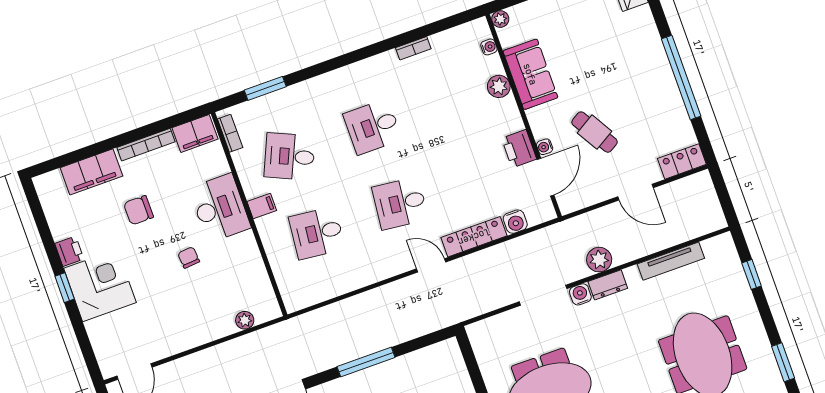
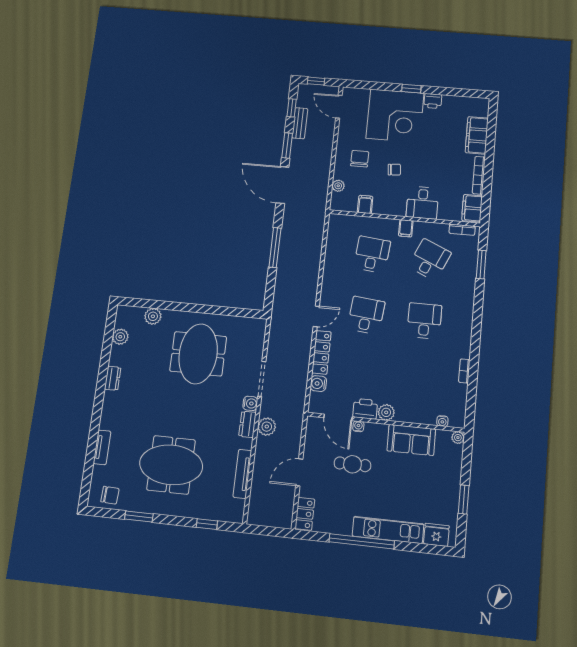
kitchen unit: (652, 52) -> (388, 530), added
plant: (499, 86) -> (386, 412), moved
cafe table: (595, 132) -> (352, 464), turned 31
desk: (220, 208) -> (422, 203), width x0.73
chair: (139, 210) -> (360, 159), moved
filing cabinet: (254, 273) -> (365, 204), added
corner desk: (100, 285) -> (395, 116), width x1.36, depth x1.36

